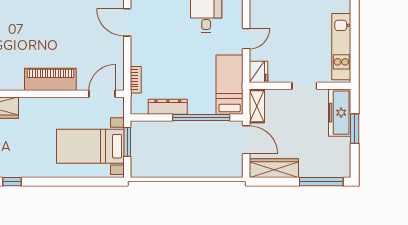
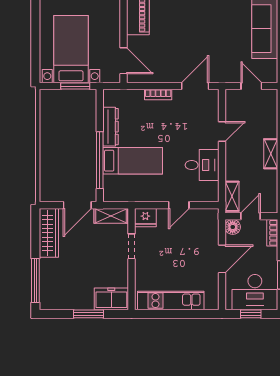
door: (246, 39) -> (179, 205), hinge flipped
bookcase: (136, 80) -> (158, 95), moved
bed: (230, 85) -> (133, 161), moved
doorway: (304, 86) -> (131, 246), moved
freezer: (340, 113) -> (111, 299), width x0.71

